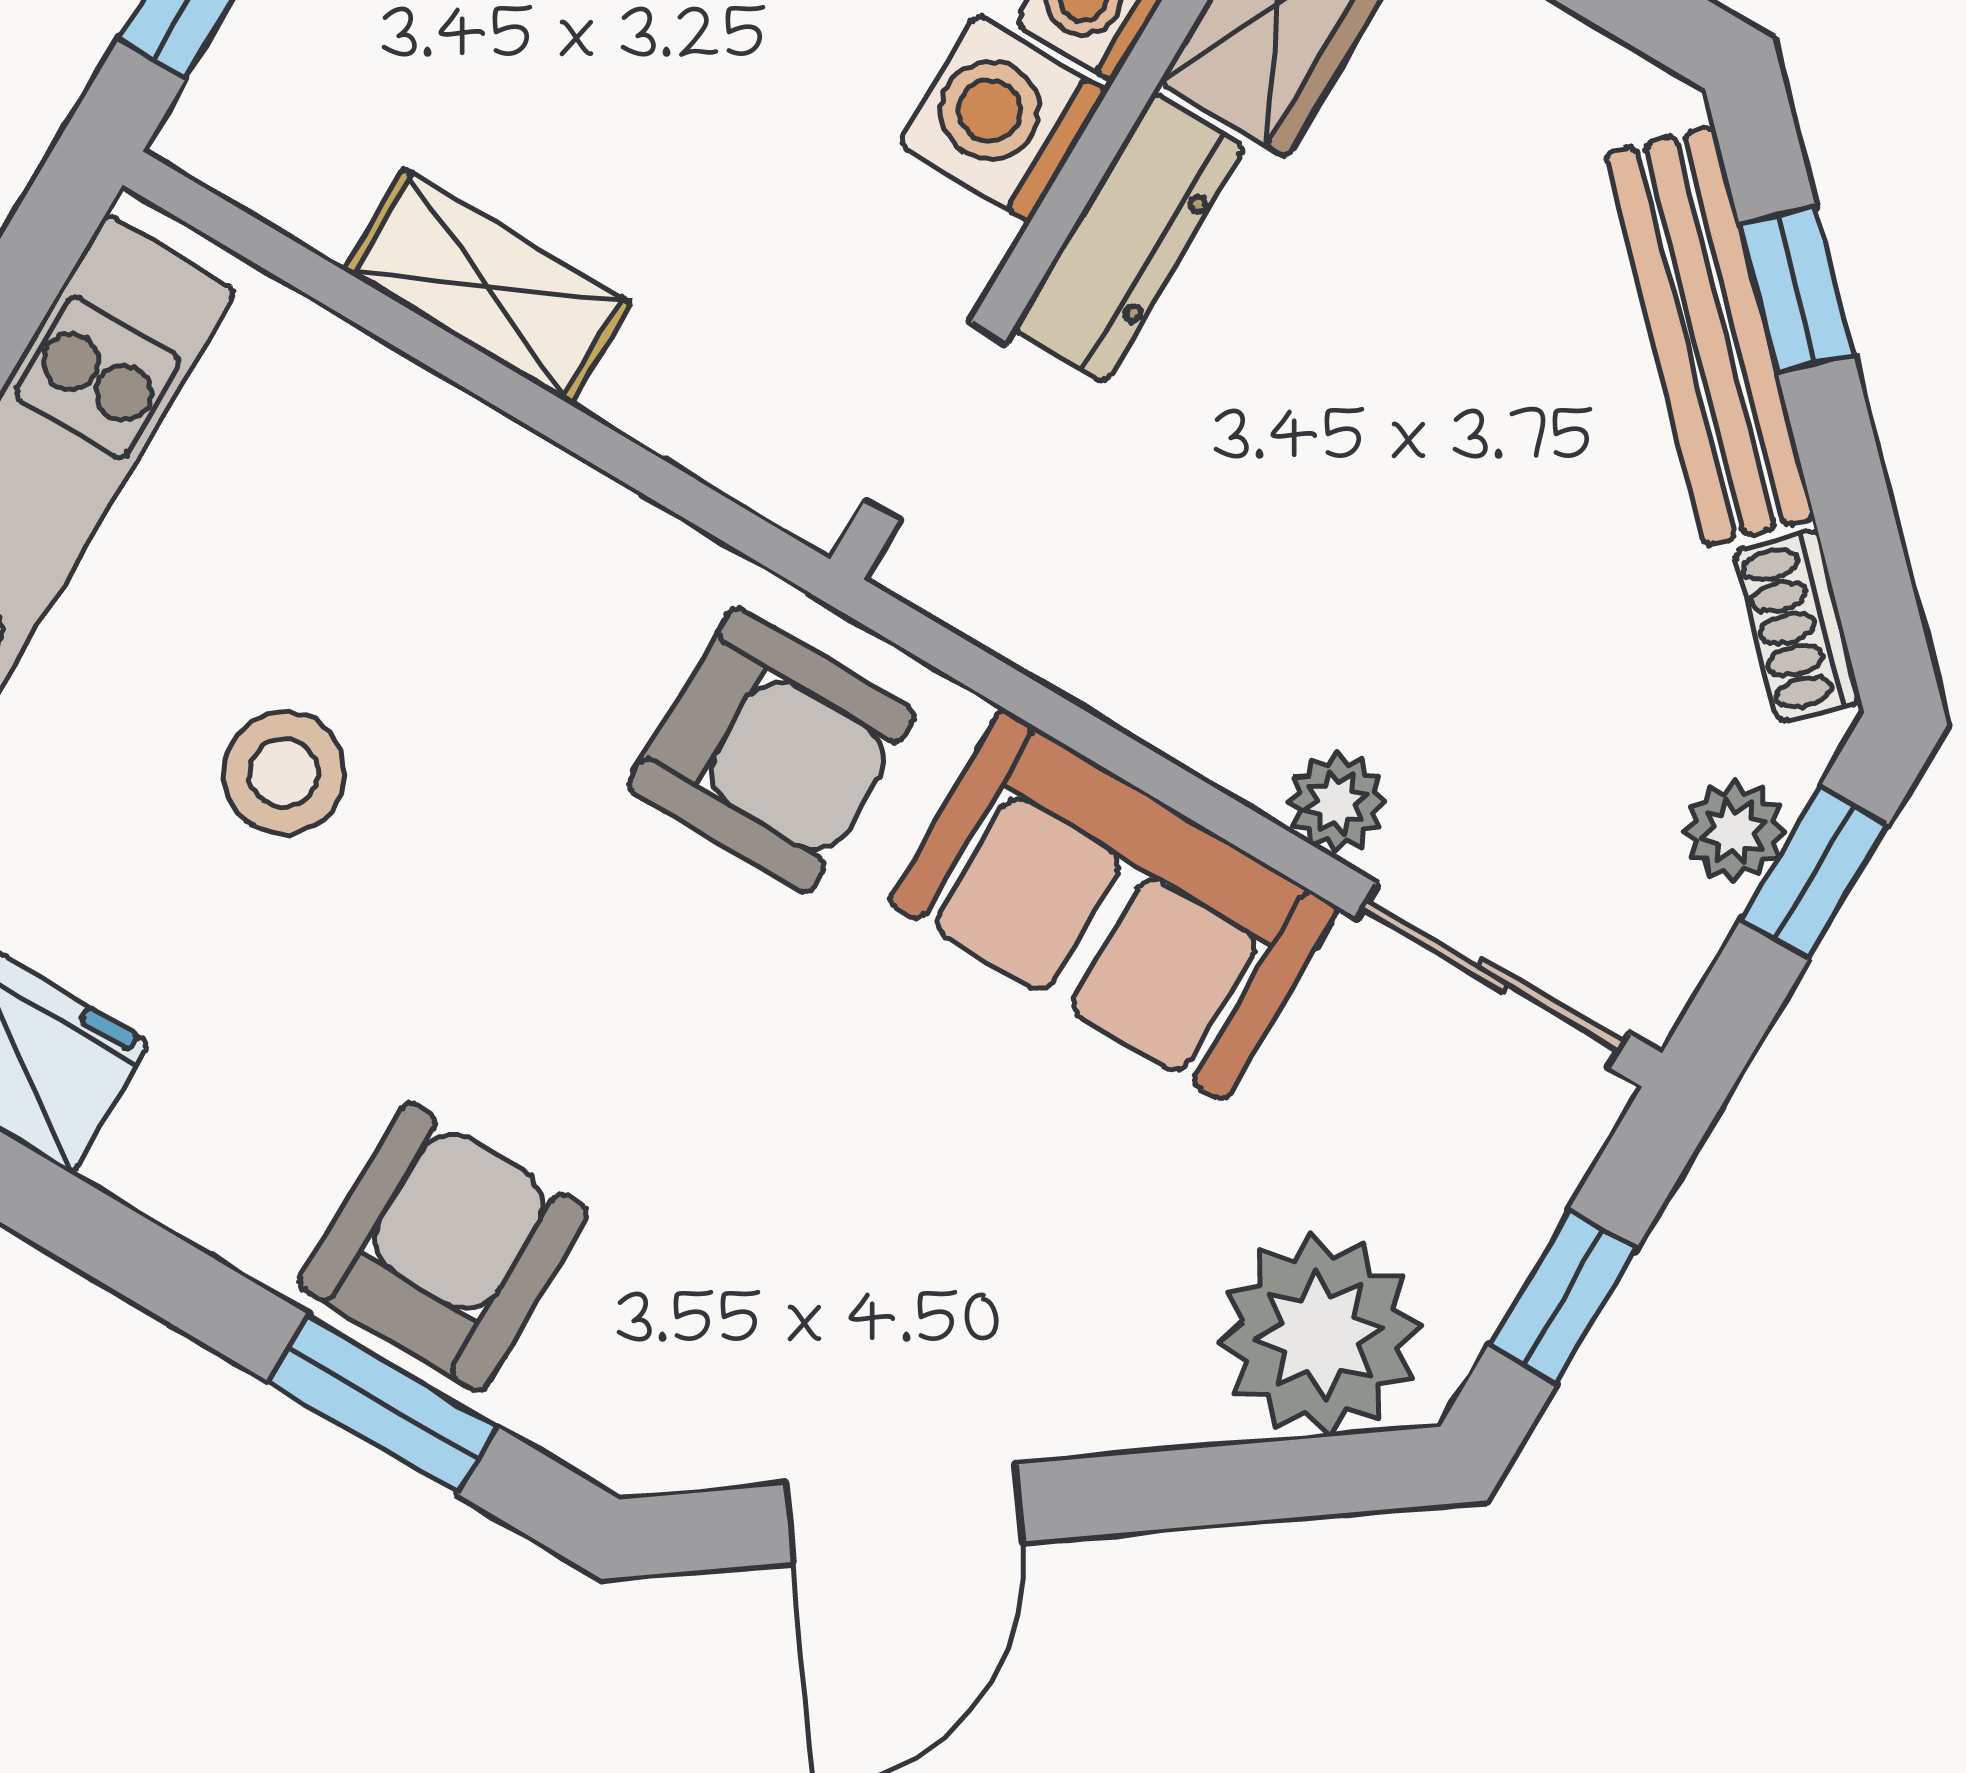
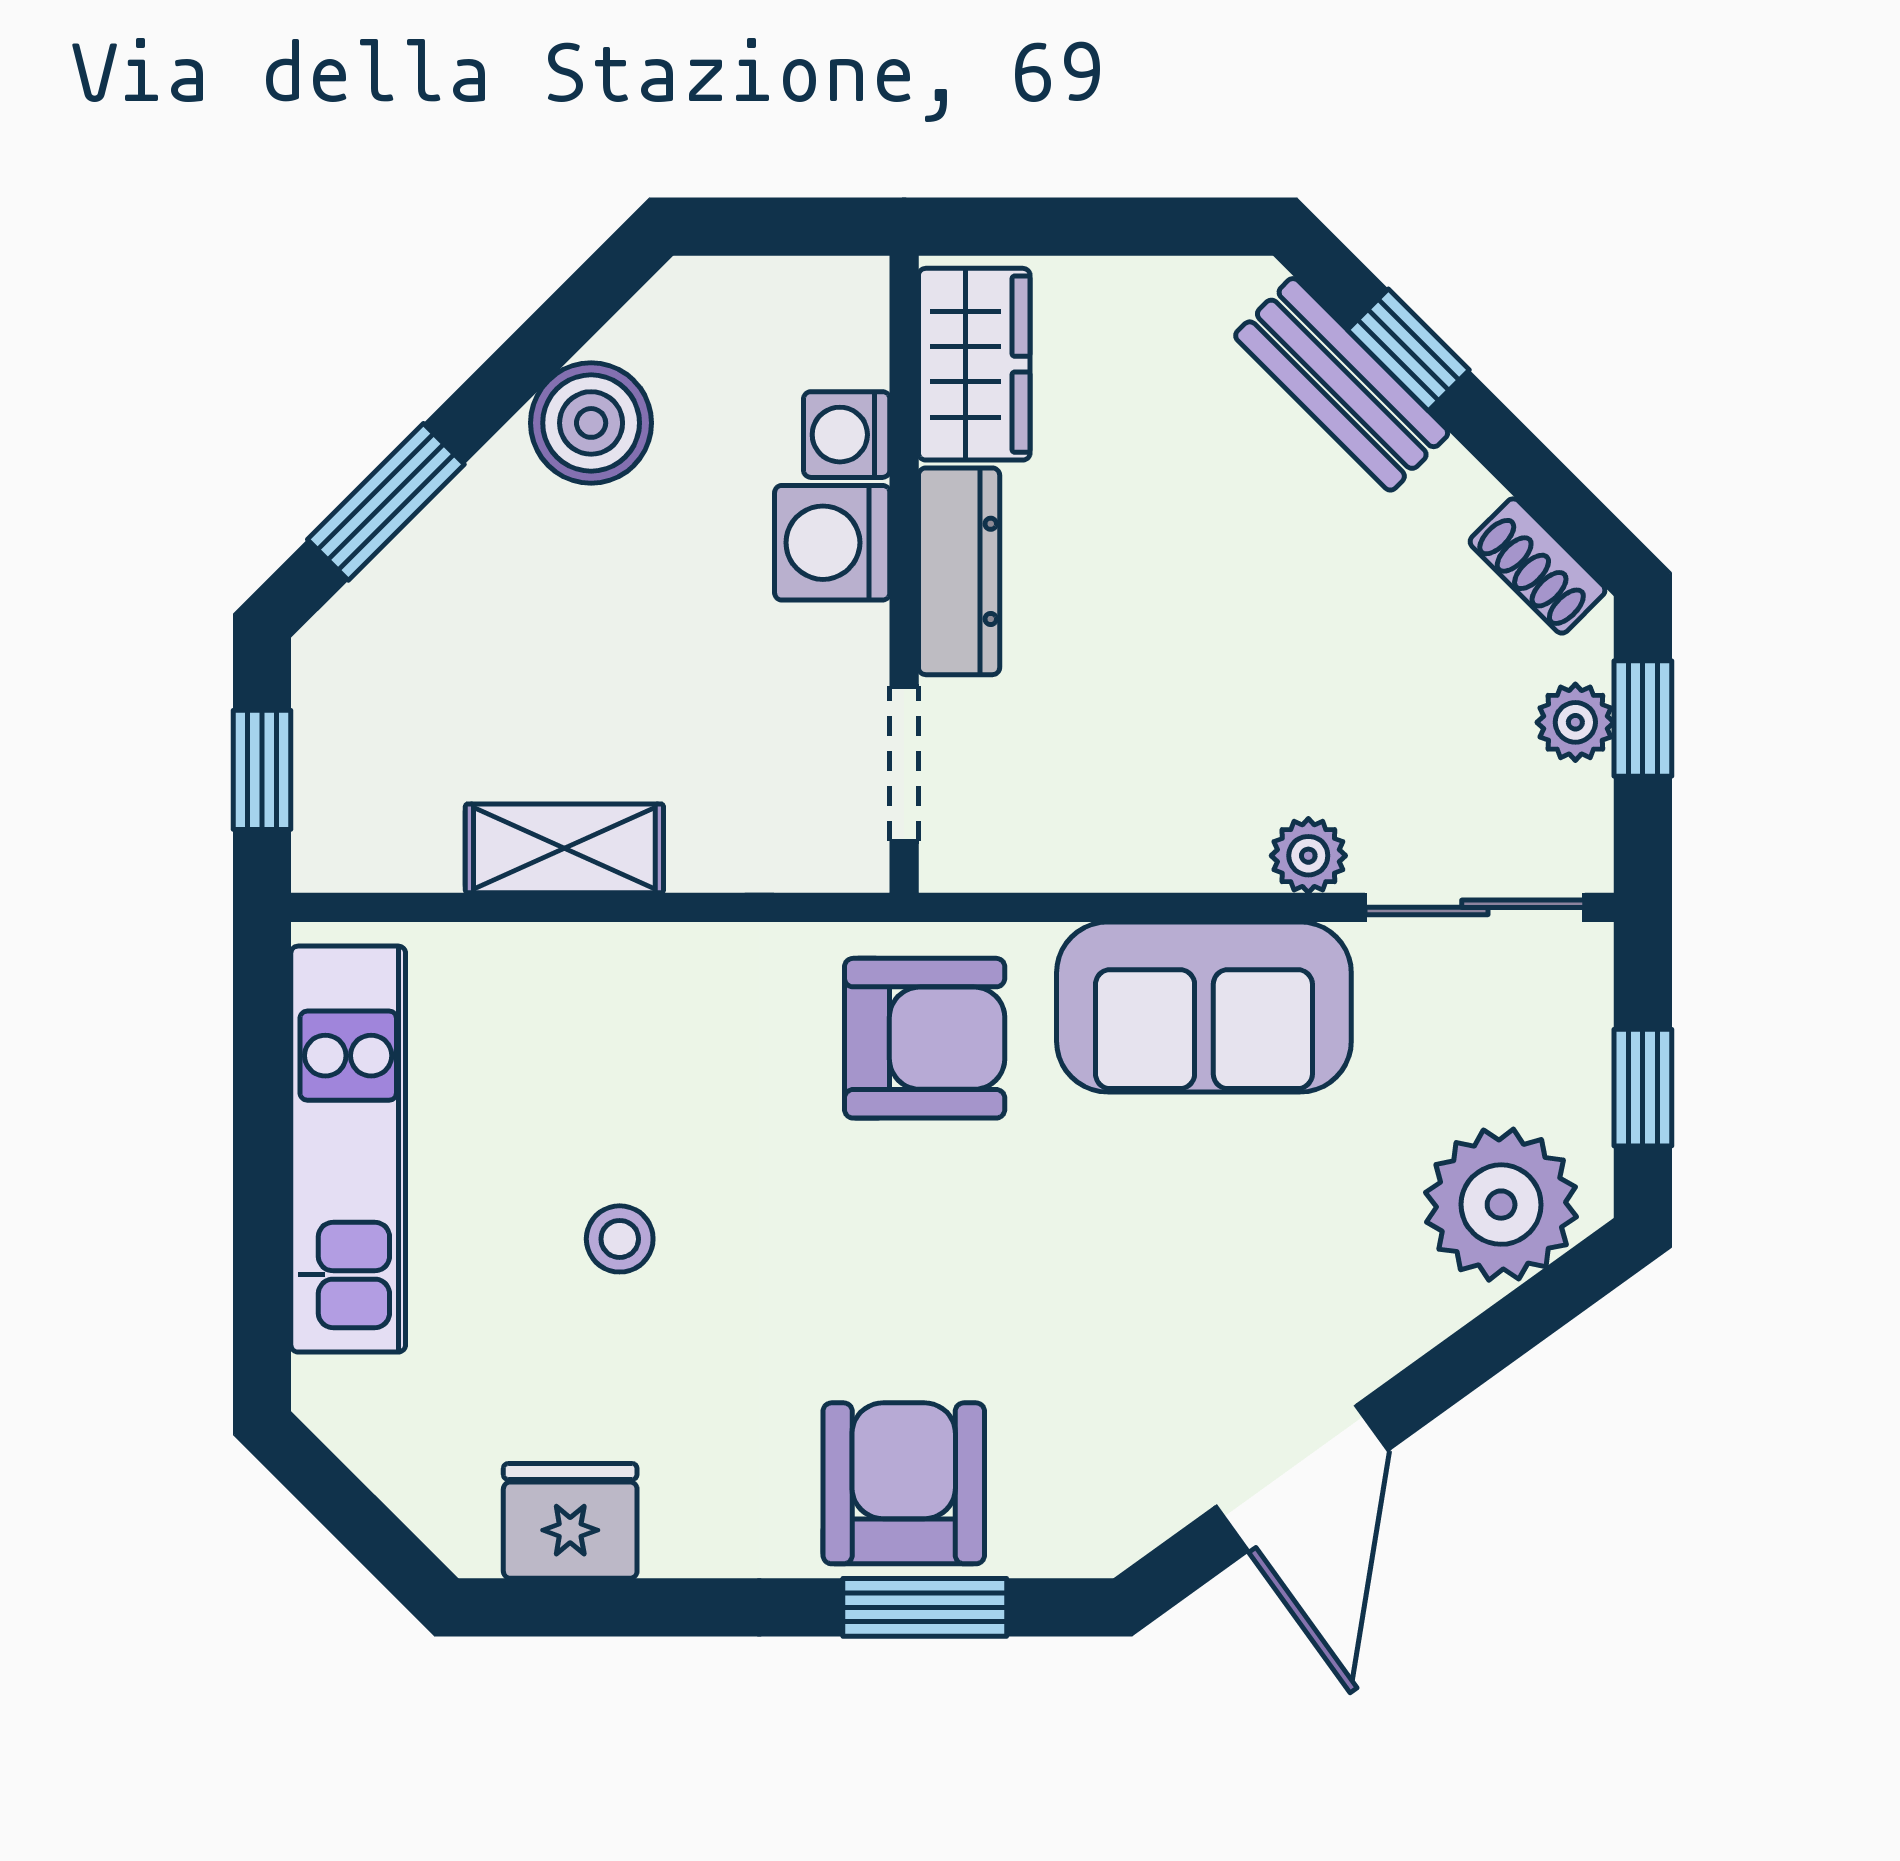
bench: (1710, 336) -> (1342, 384), width x0.73
stool: (284, 773) -> (620, 1239), width x0.73, depth x0.73

